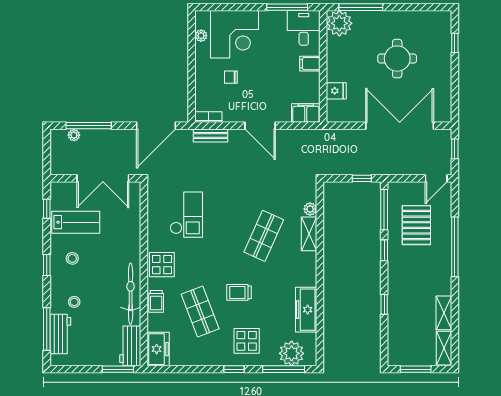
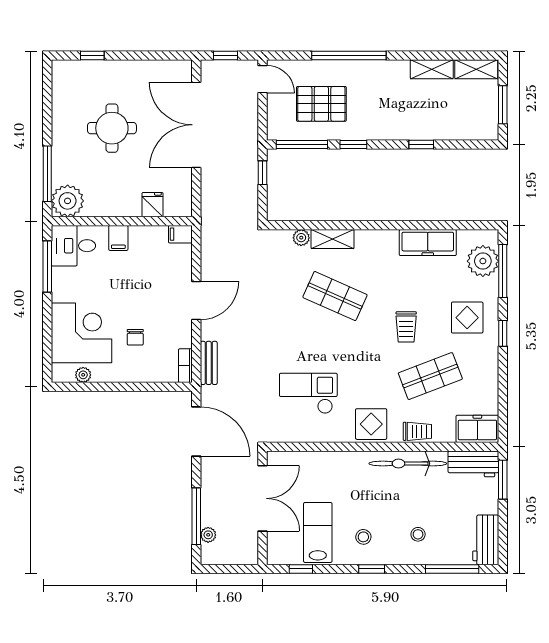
filing cabinet: (306, 113) -> (180, 234), width x0.50
workbench: (60, 334) -> (486, 540), moved, turned -90

